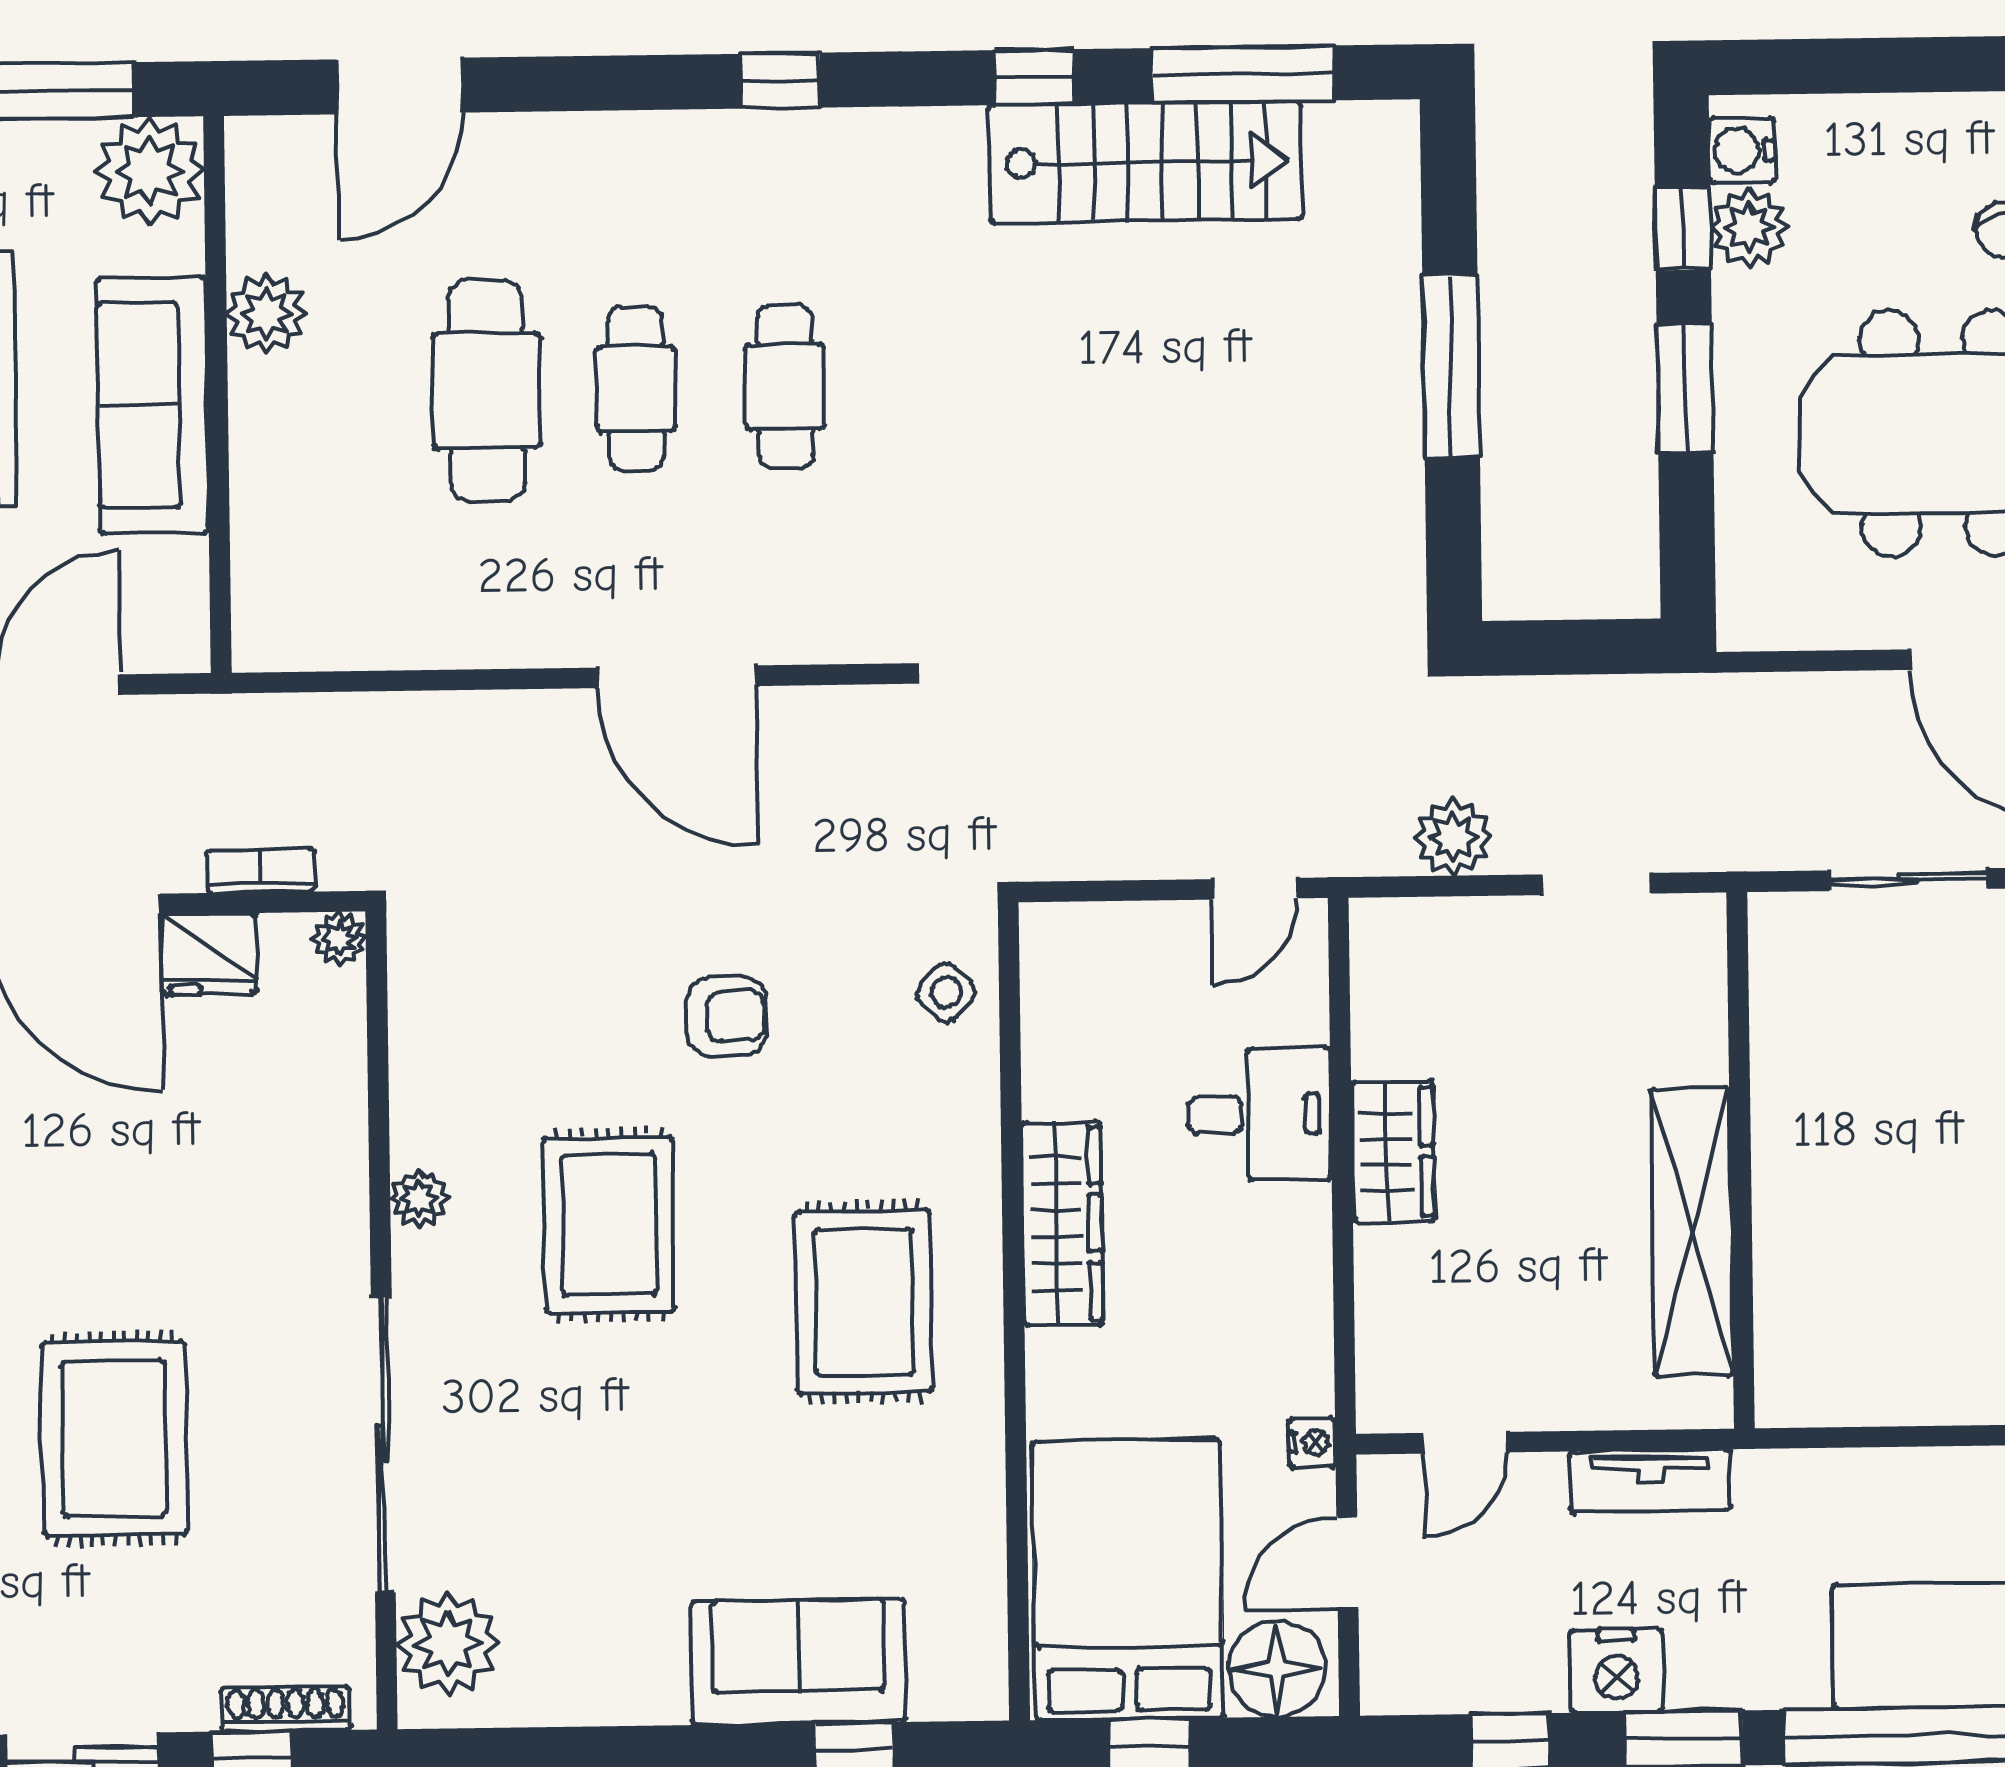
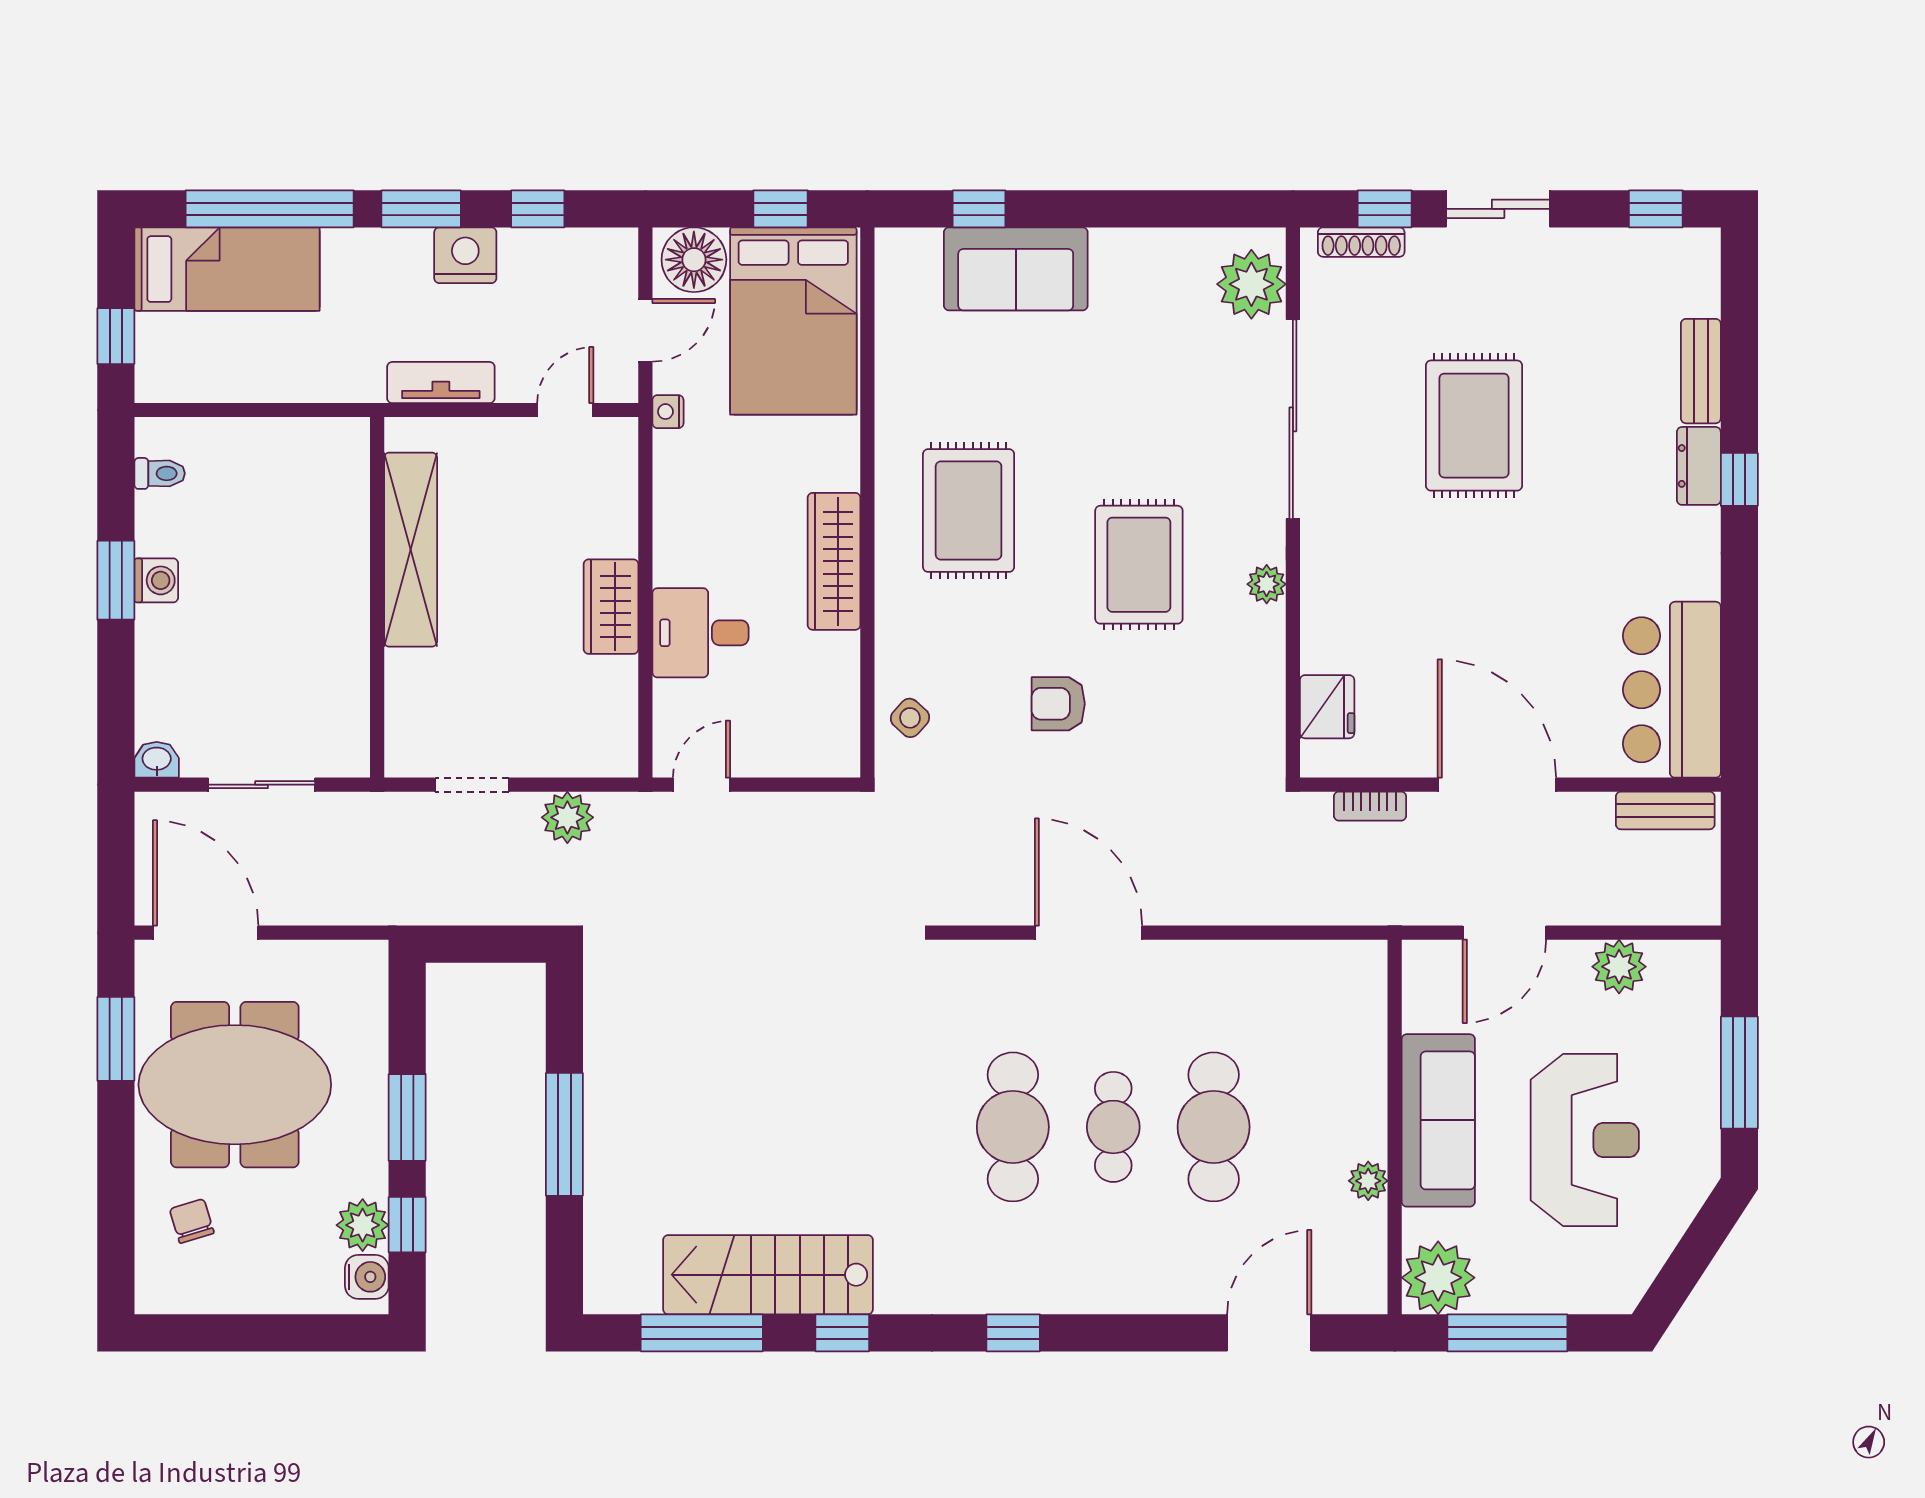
plant: (267, 314) -> (1368, 1181), width x0.73, depth x0.73
cafe table: (785, 387) -> (1013, 1127), width x1.37, depth x1.35
plant: (339, 938) -> (1318, 760), removed
fridge: (209, 954) -> (1327, 707), moved, turned 90

